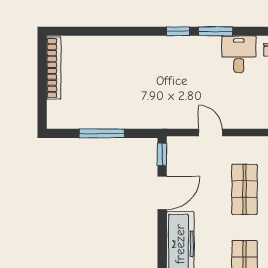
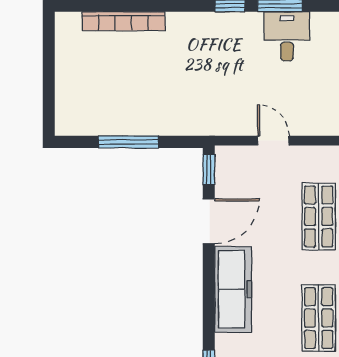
desk: (239, 54) -> (287, 36), moved
bookcase: (54, 68) -> (123, 21), moved, turned 90

